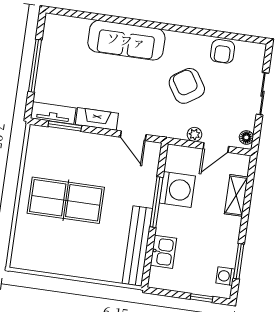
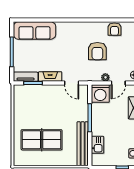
sofa: (126, 40) -> (34, 30), moved
armchair: (187, 86) -> (97, 51), turned -147
washing machine: (177, 190) -> (100, 93), moved, turned 90
table tennis table: (66, 200) -> (42, 140), moved

